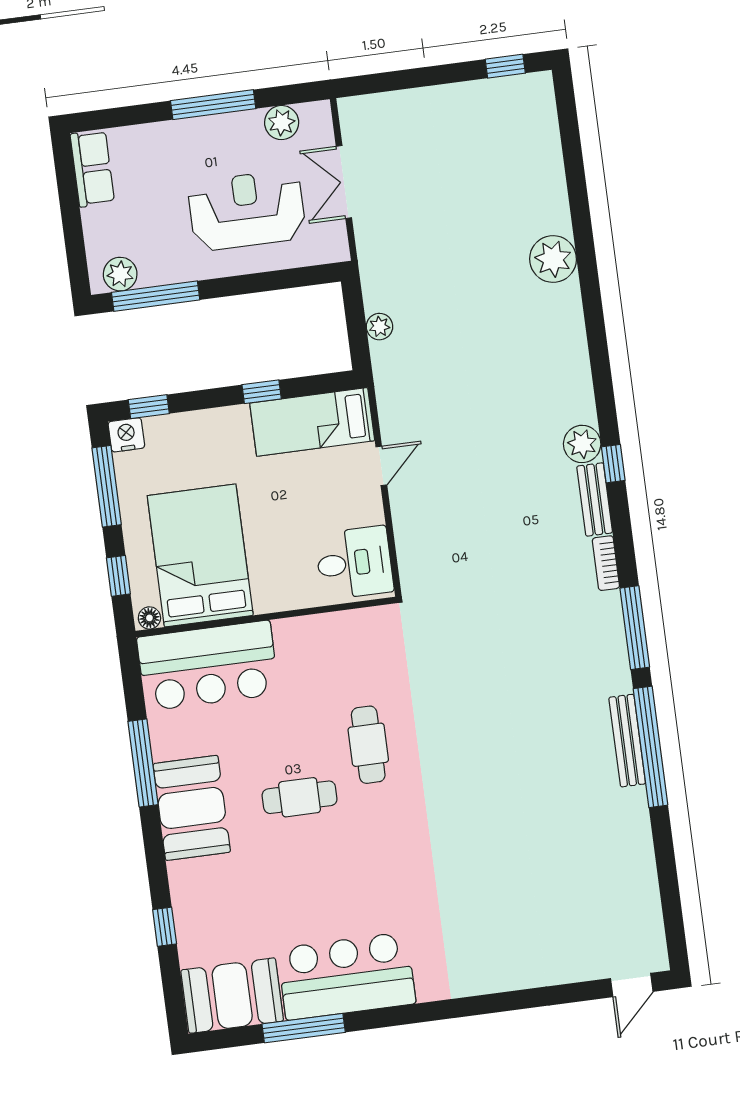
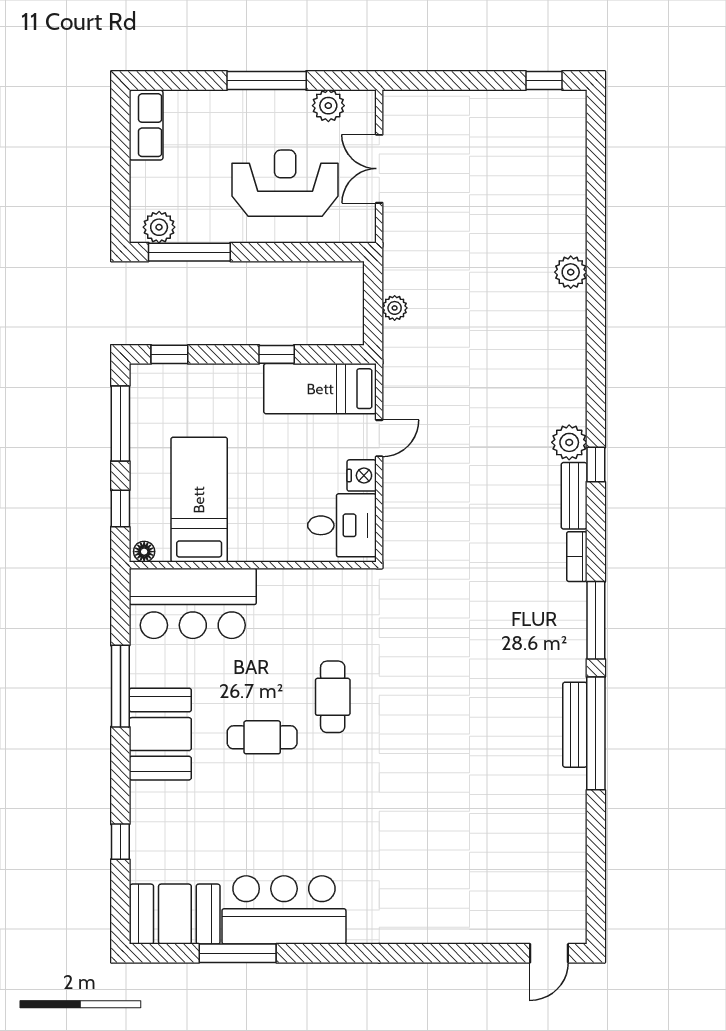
plant: (553, 259) -> (571, 272), width x0.73, depth x0.73
nightstand: (126, 435) -> (362, 475), moved, turned 90
bed: (200, 555) -> (199, 500), width x0.67

